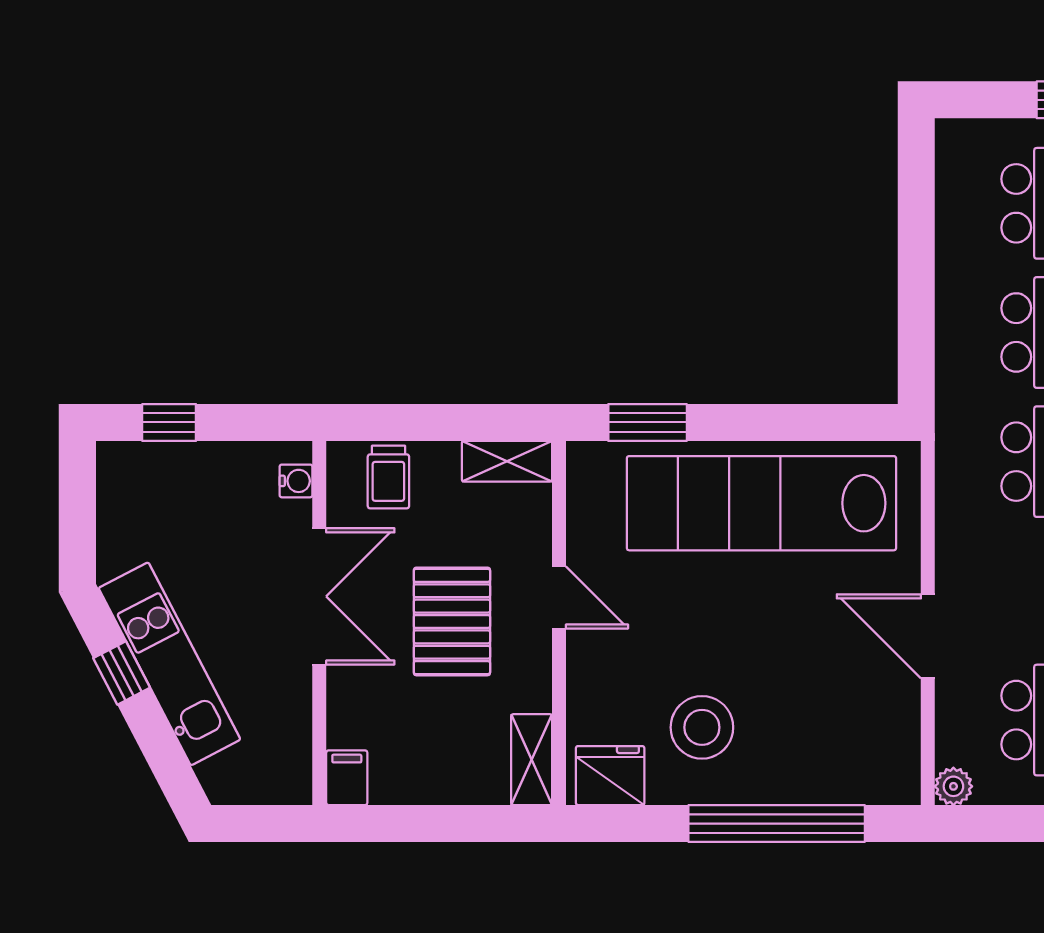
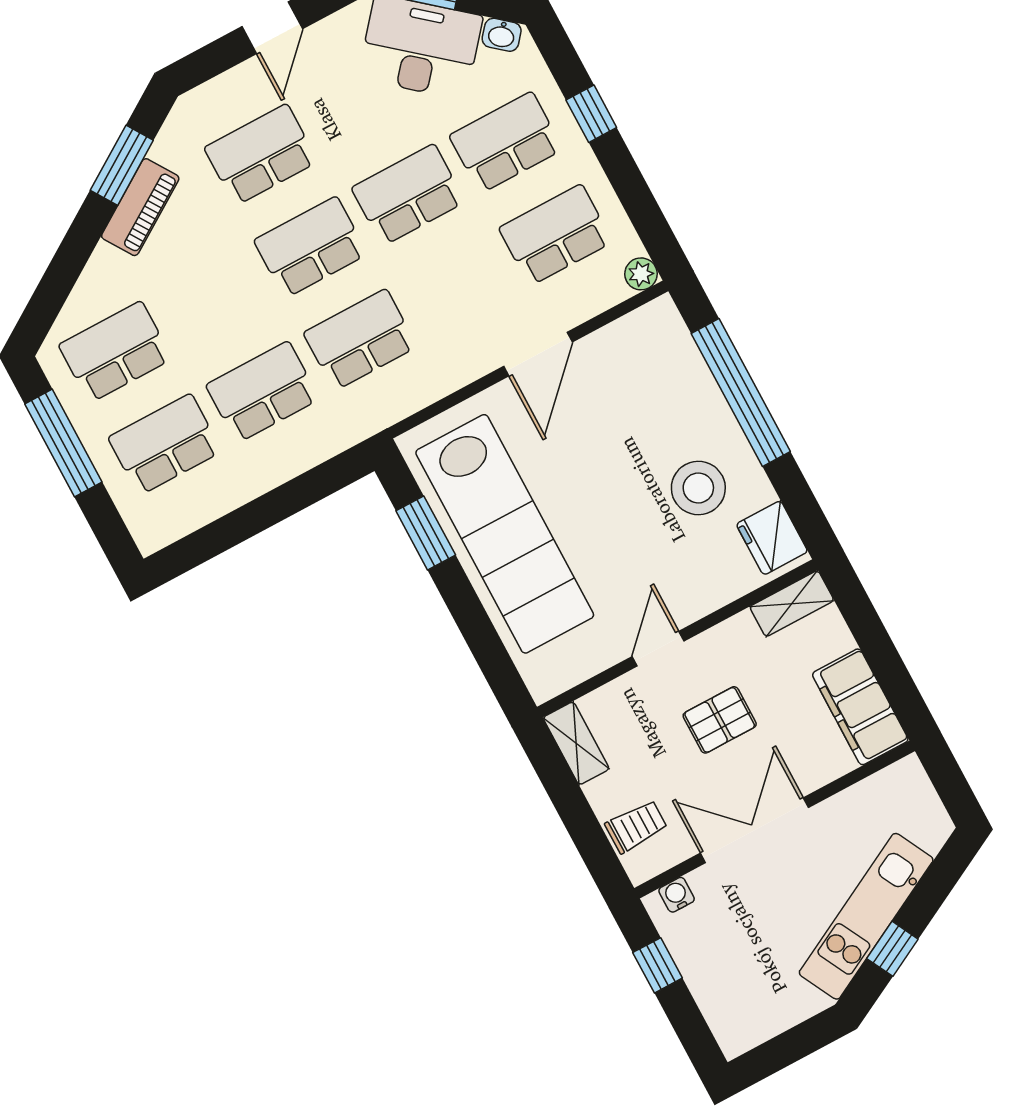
window: (169, 422) -> (658, 965), moved
window: (648, 422) -> (426, 533), moved
pallet: (452, 621) -> (720, 720), width x0.67, depth x0.71
filing cabinet: (347, 778) -> (860, 707), width x3.00, depth x1.17

